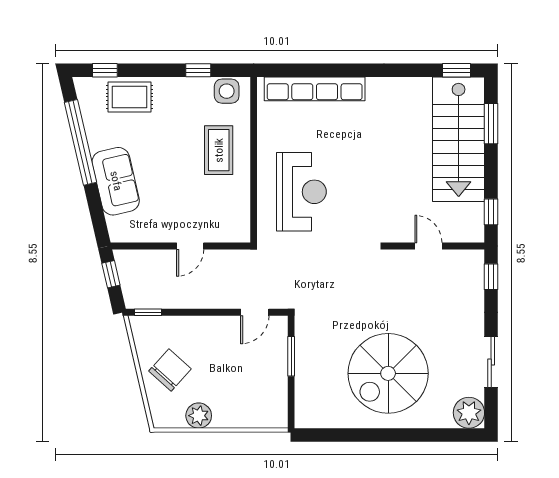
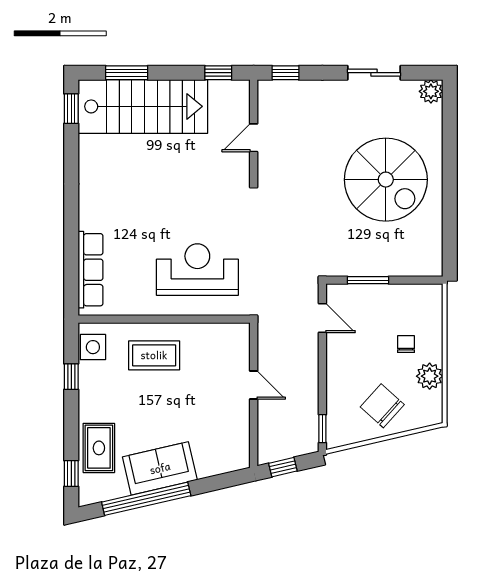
row of seats: (315, 89) -> (91, 270), width x0.73
sofa: (116, 181) -> (160, 468), moved
chair: (230, 393) -> (406, 344), added
plant: (469, 413) -> (431, 91), width x0.73, depth x0.73

